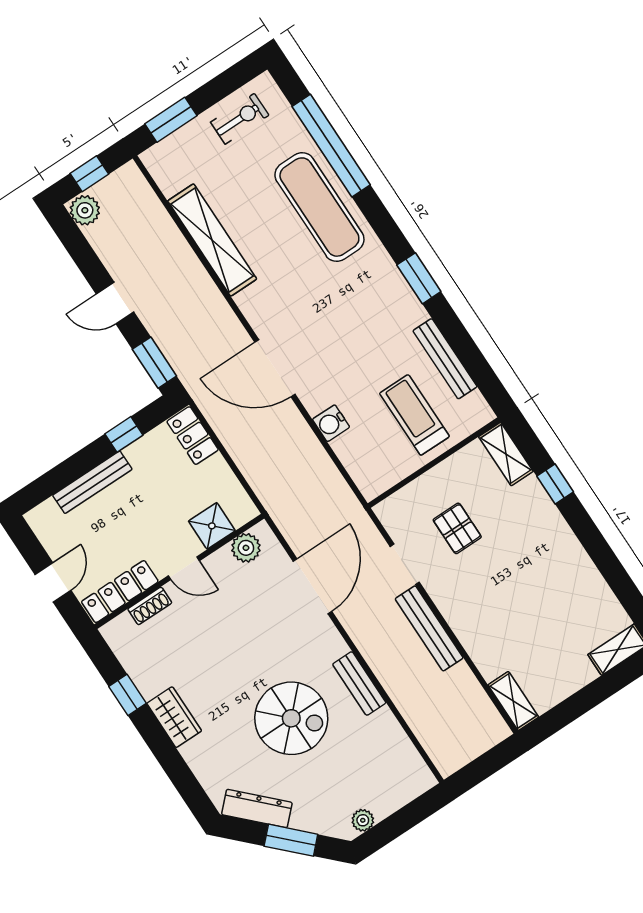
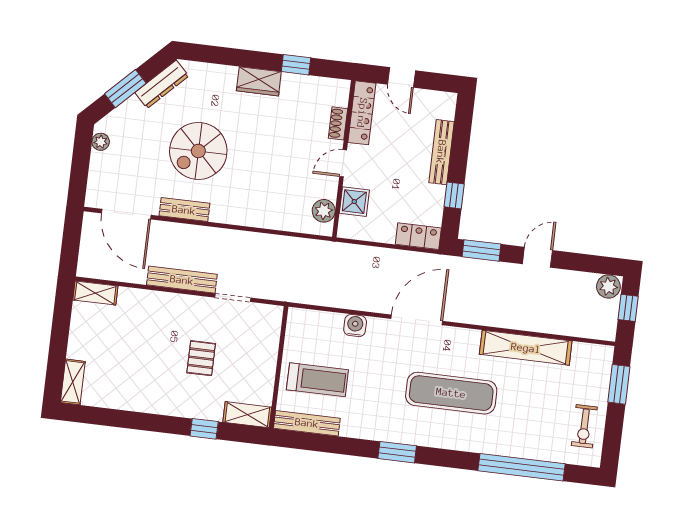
exercise mat: (319, 207) -> (451, 393), moved
bench: (445, 359) -> (307, 423), moved
pallet: (457, 528) -> (201, 358), moved, turned 90
door: (313, 586) -> (126, 214), moved

